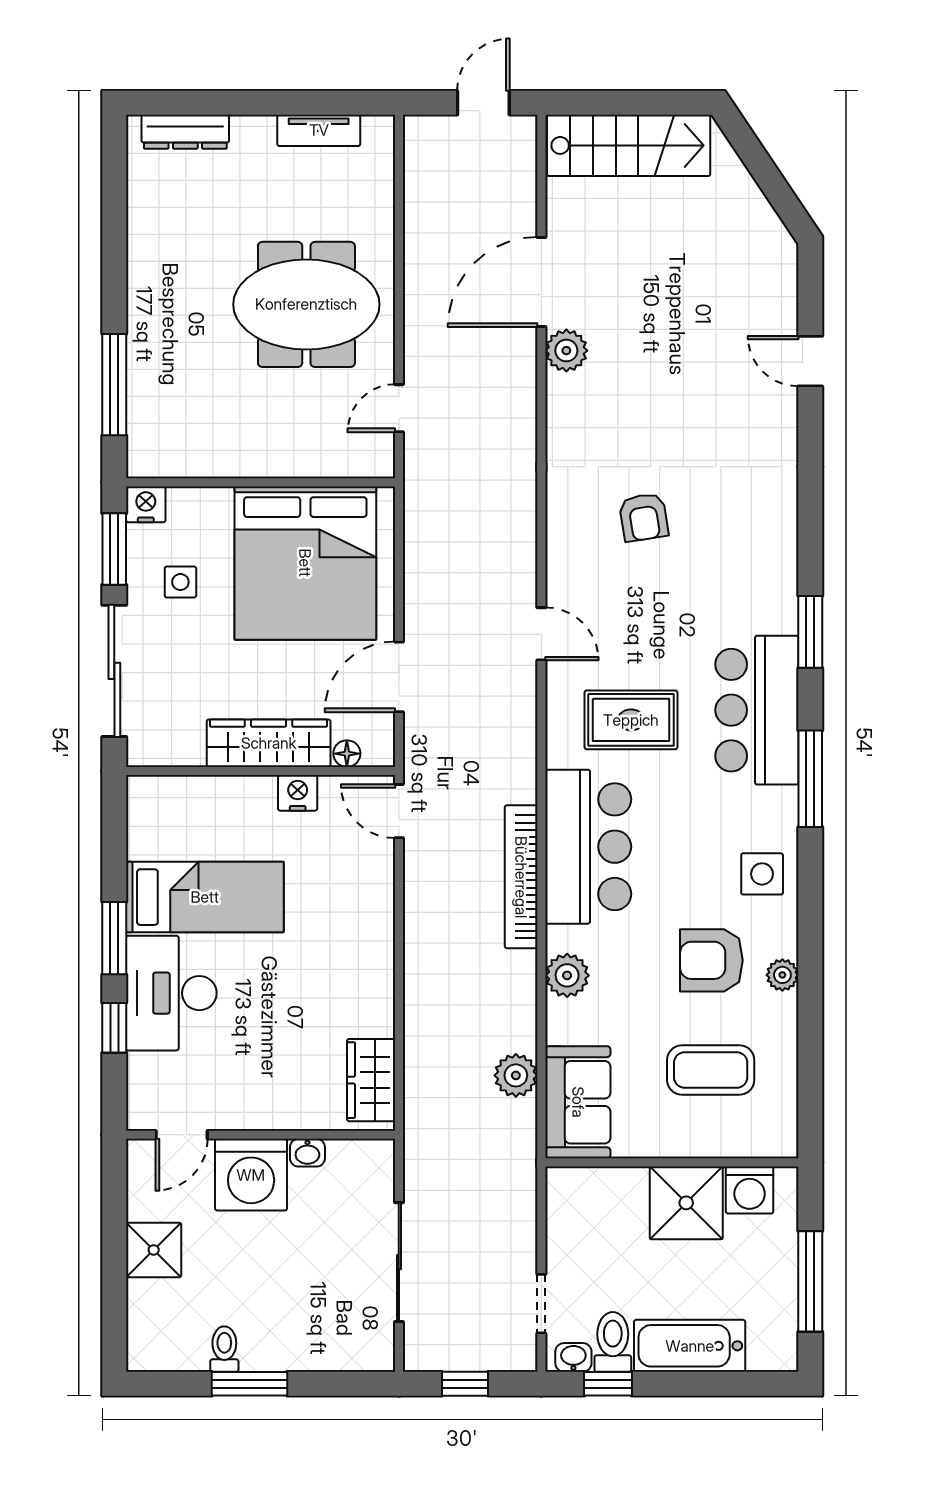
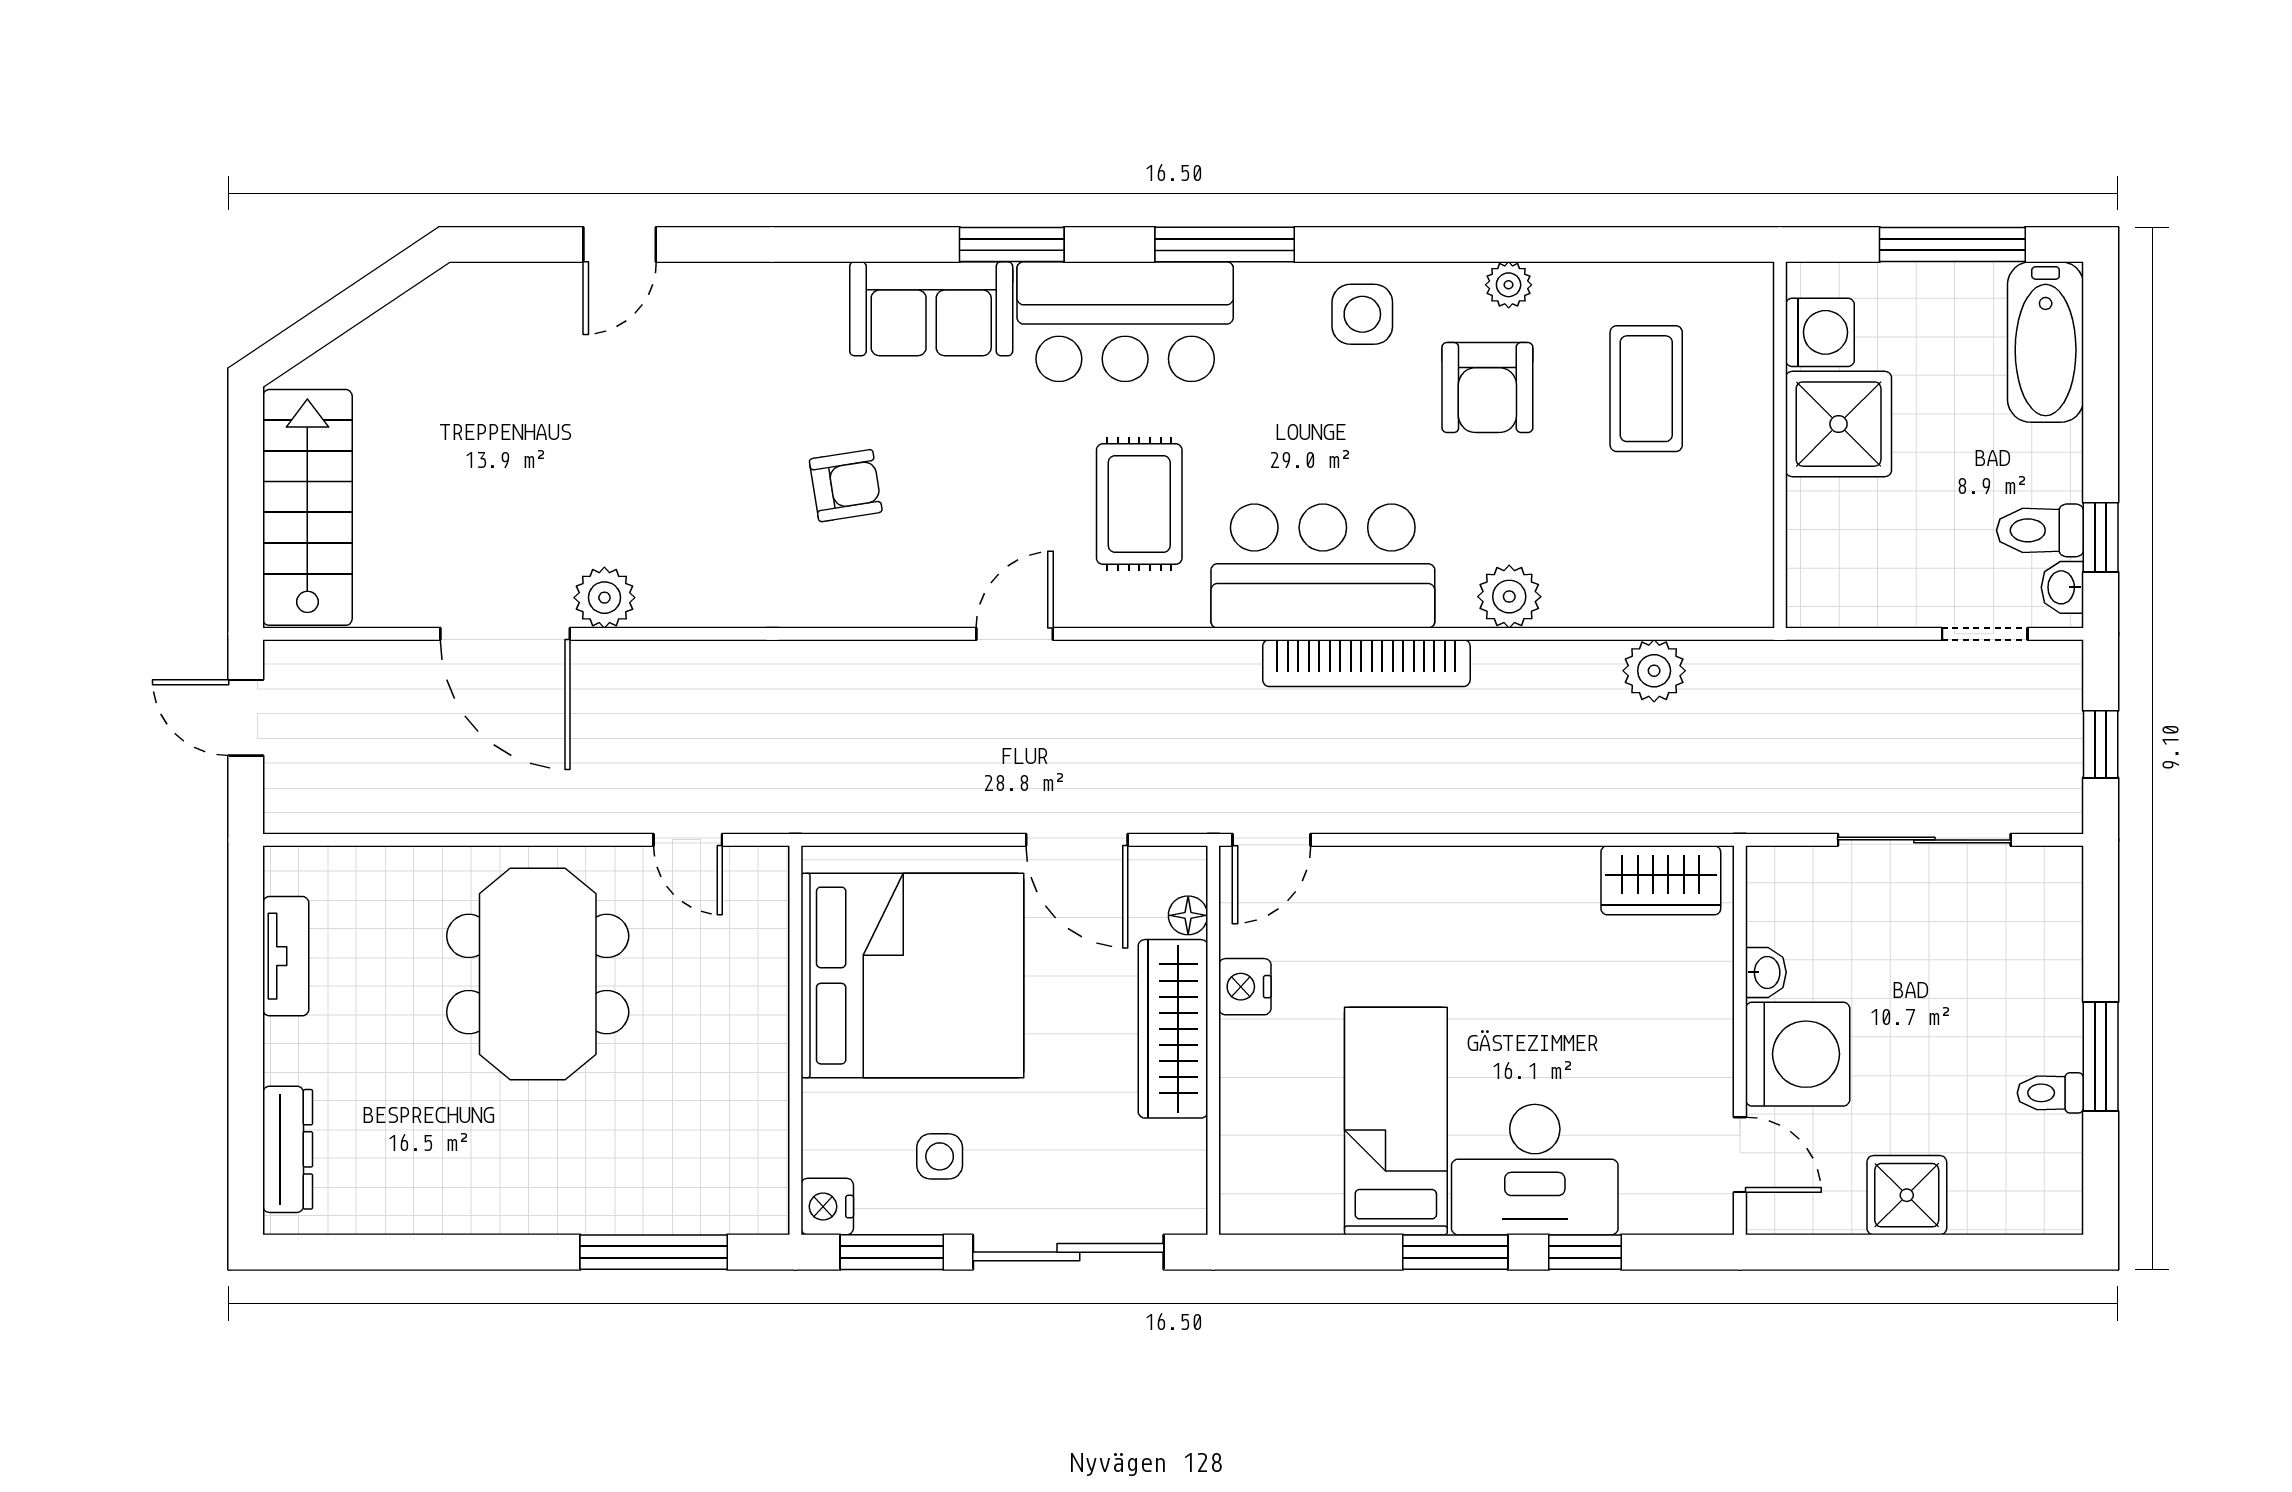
sofa: (578, 1102) -> (931, 309), moved, turned 180
bathtub: (690, 1346) -> (2046, 342), moved

